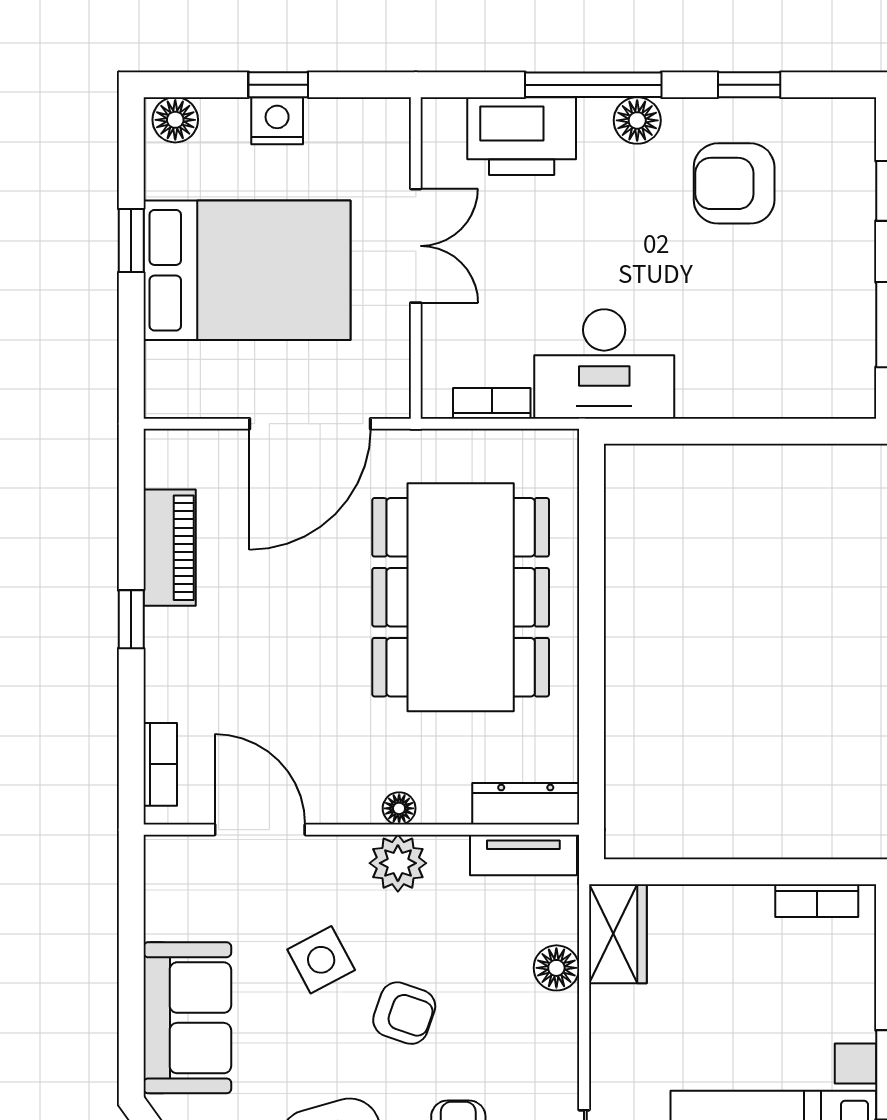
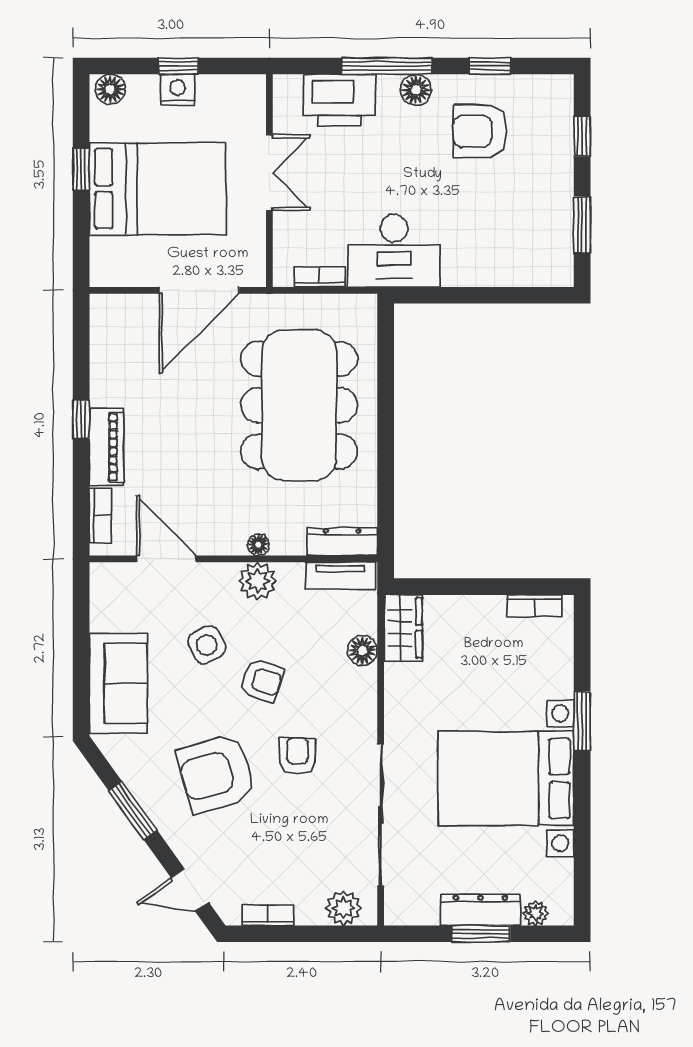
piano: (170, 548) -> (106, 447), moved

